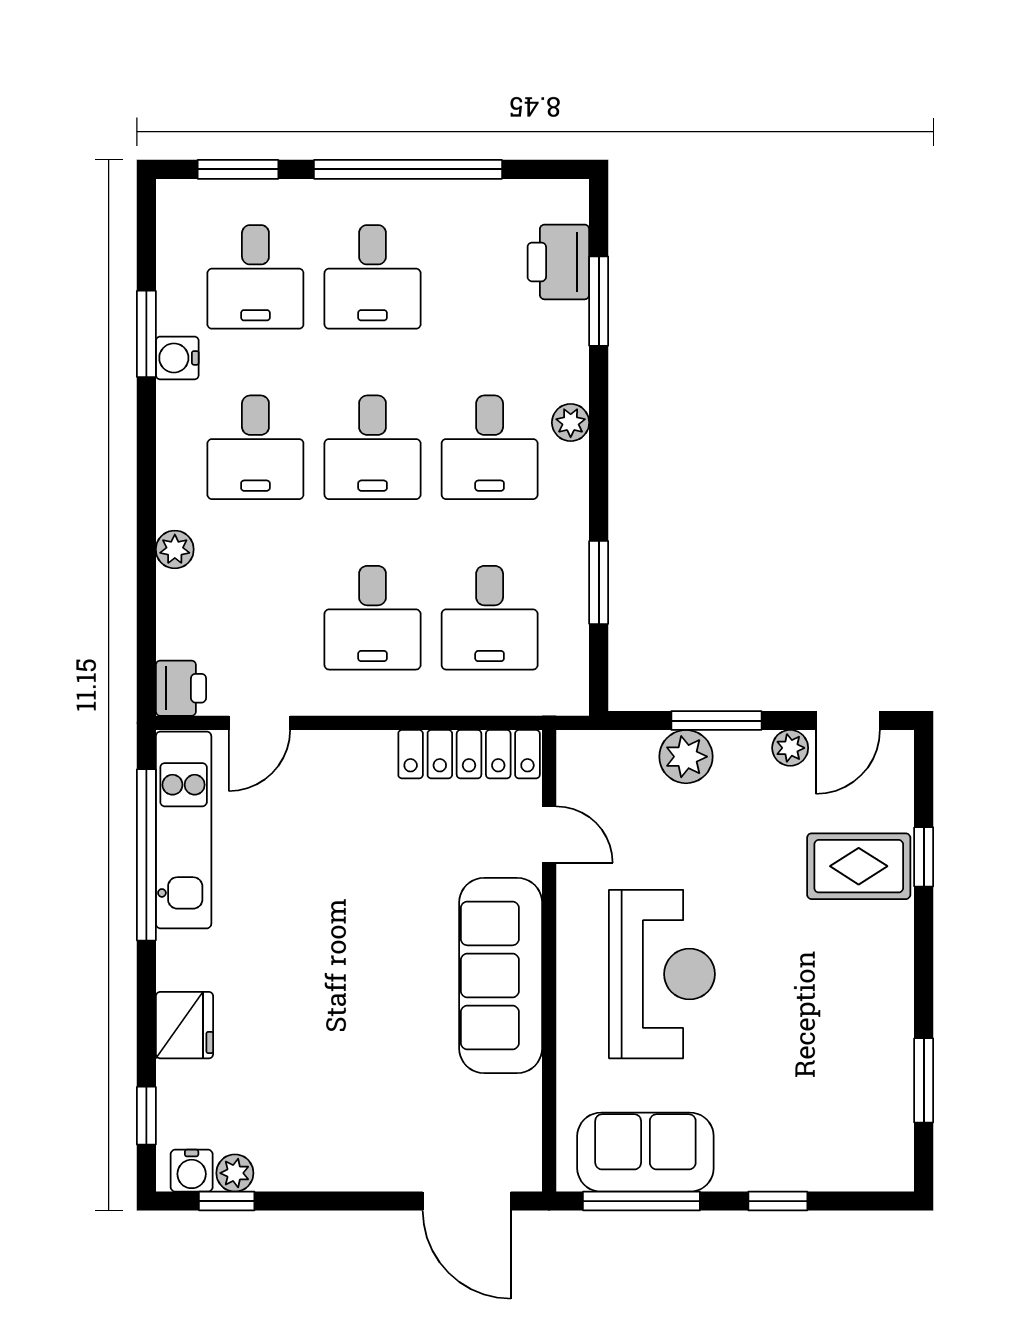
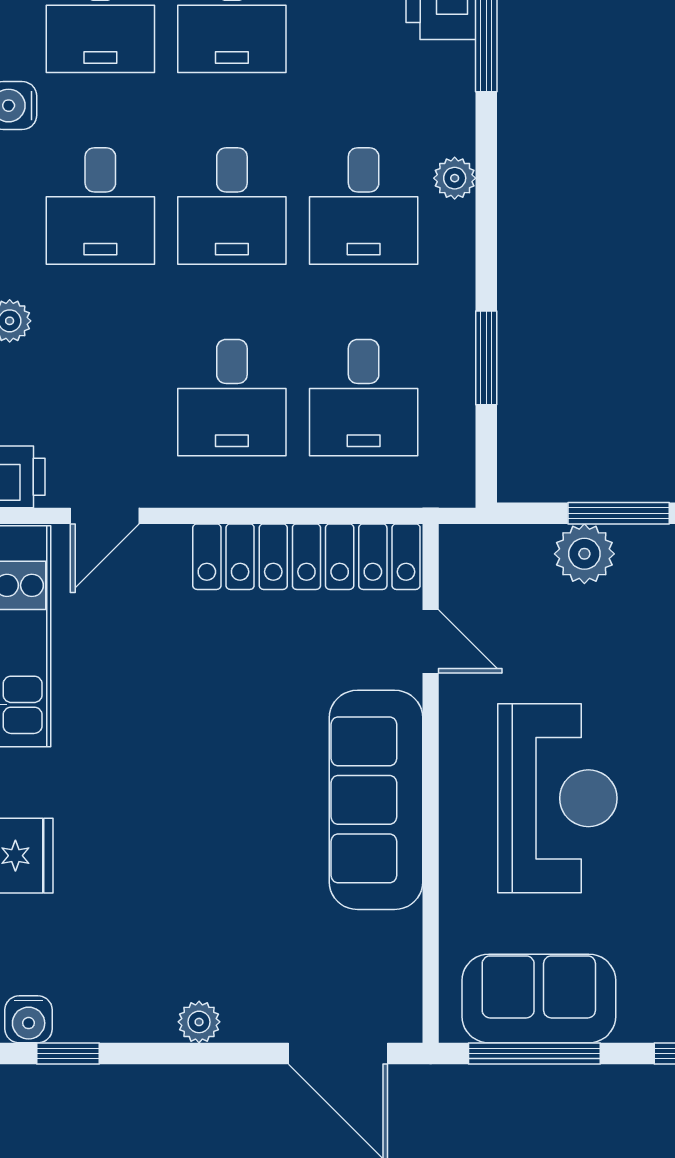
locker: (469, 754) -> (306, 557), width x1.41, depth x1.21
plant: (235, 1173) -> (199, 1022), moved

